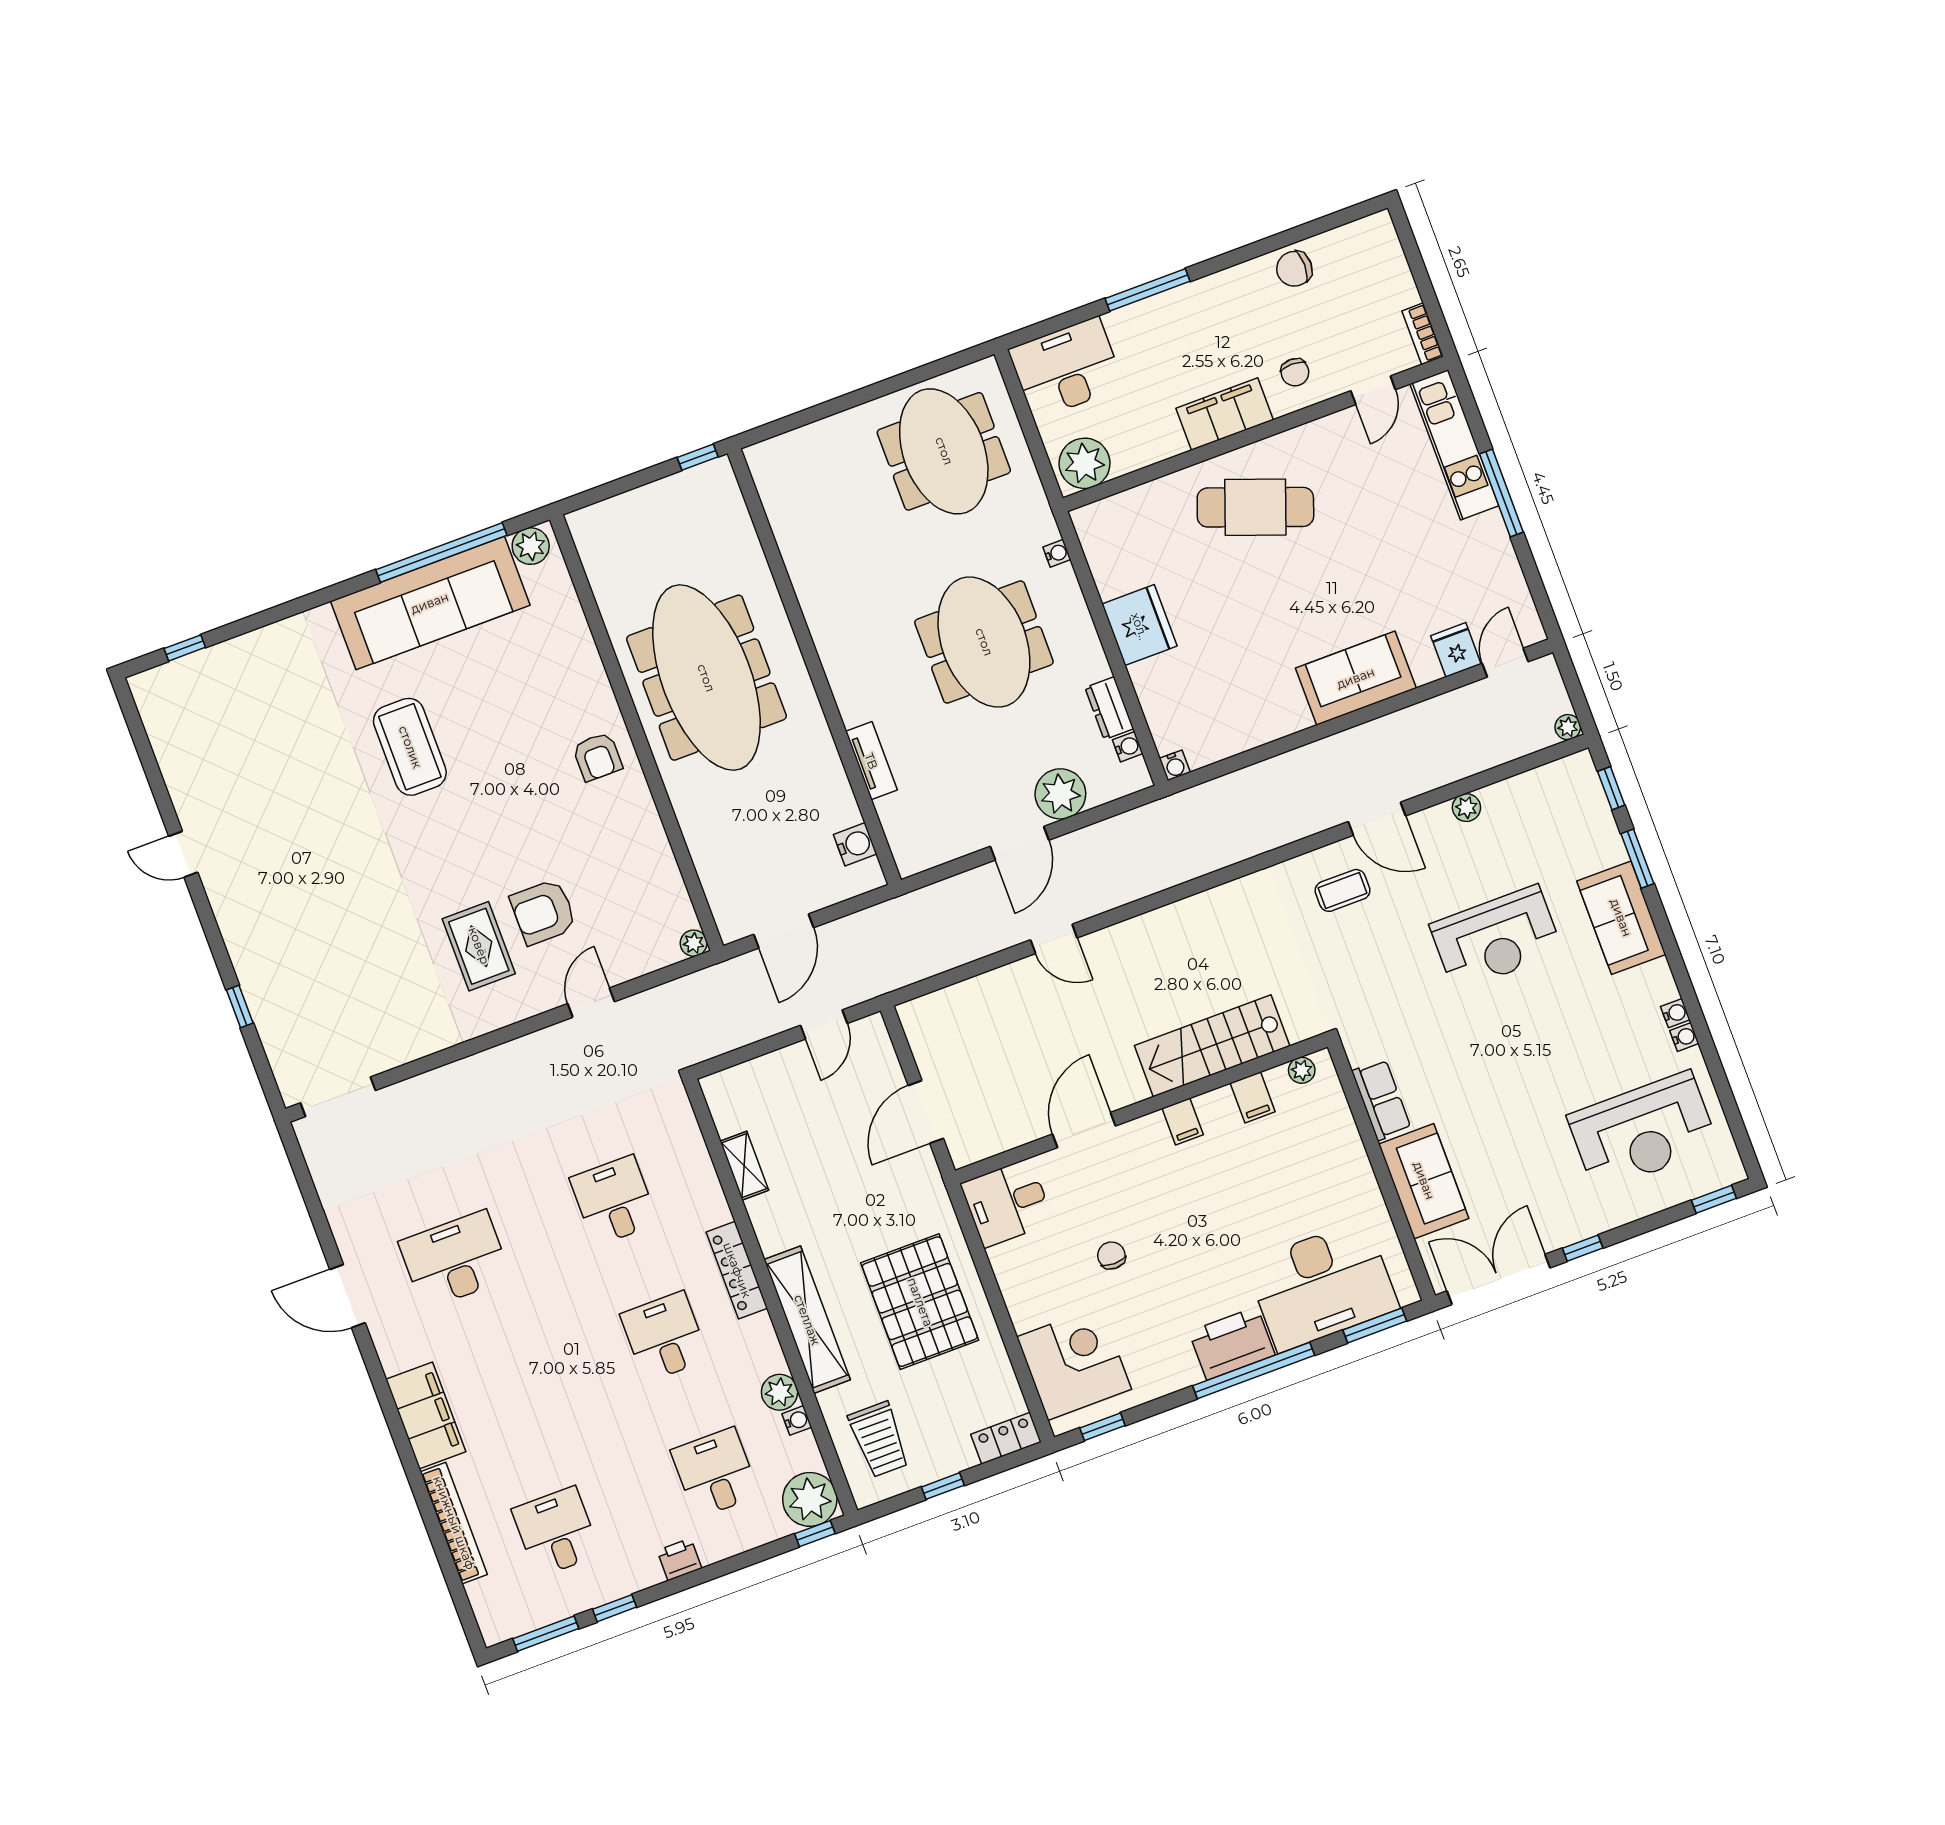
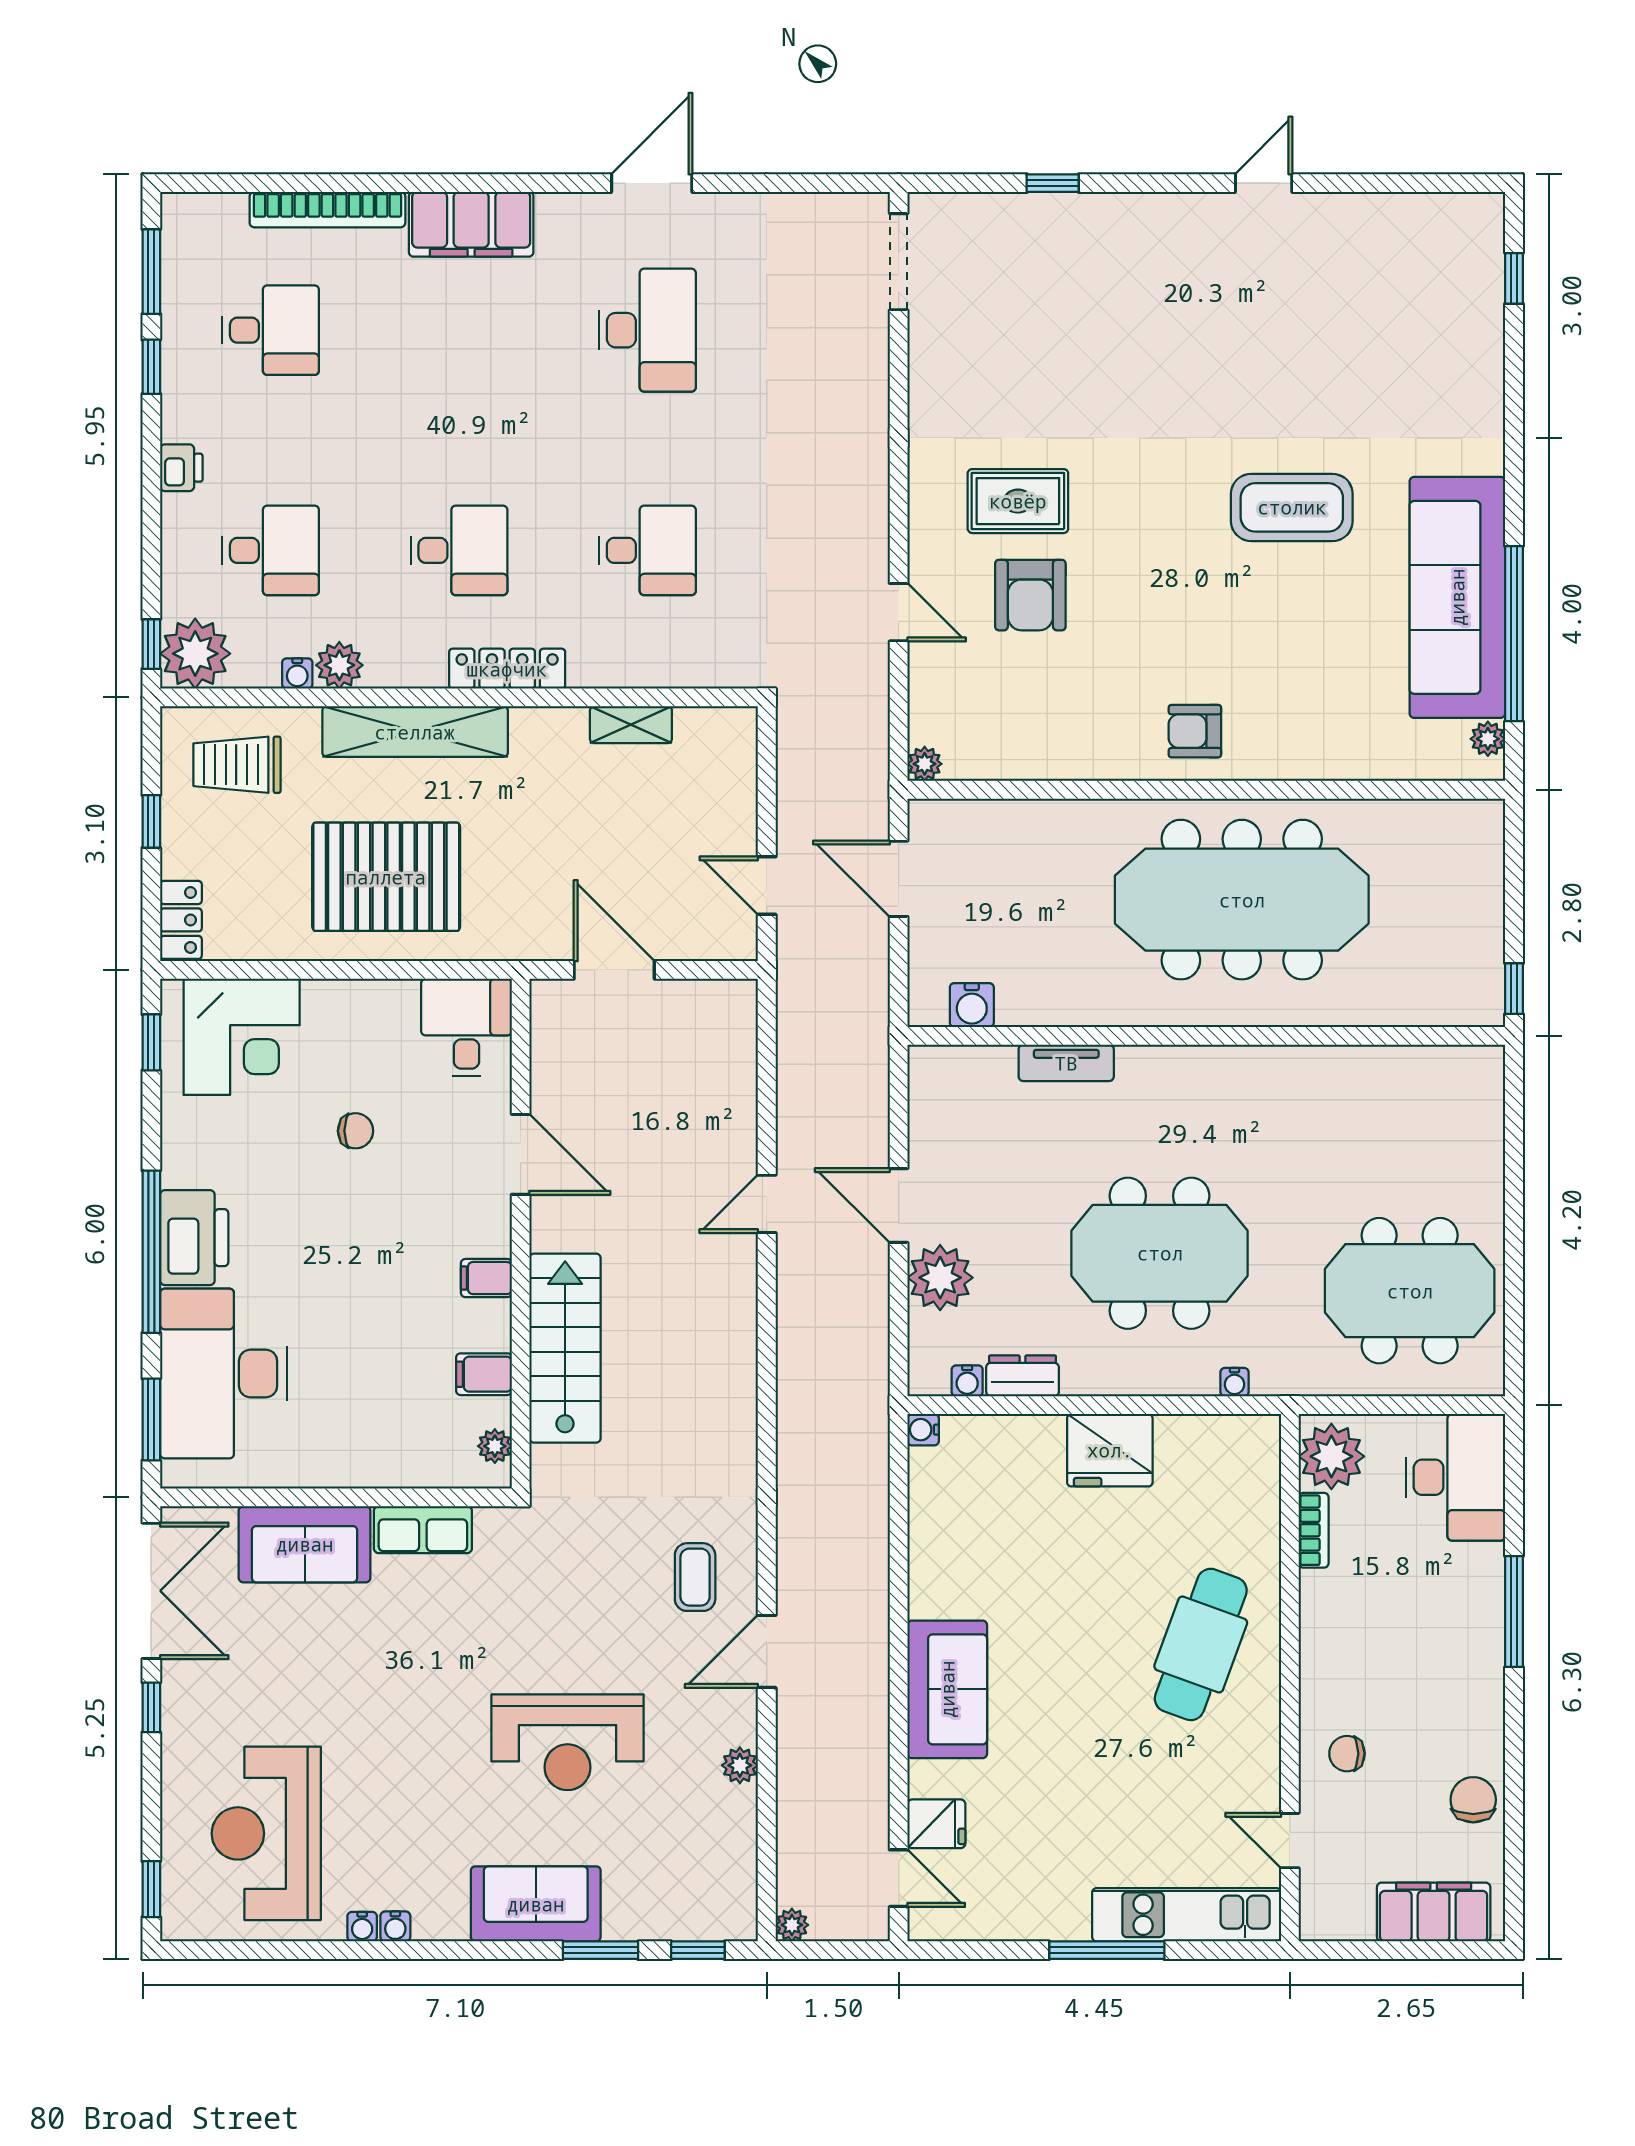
bookcase: (1423, 334) -> (1314, 1530), moved, turned 90
filing cabinet: (1225, 414) -> (1434, 1912), moved, turned -90
plant: (531, 546) -> (1488, 739), width x0.73, depth x0.73
armchair: (543, 912) -> (1030, 595), turned 180
reception desk: (1496, 938) -> (568, 1742), turned -90

